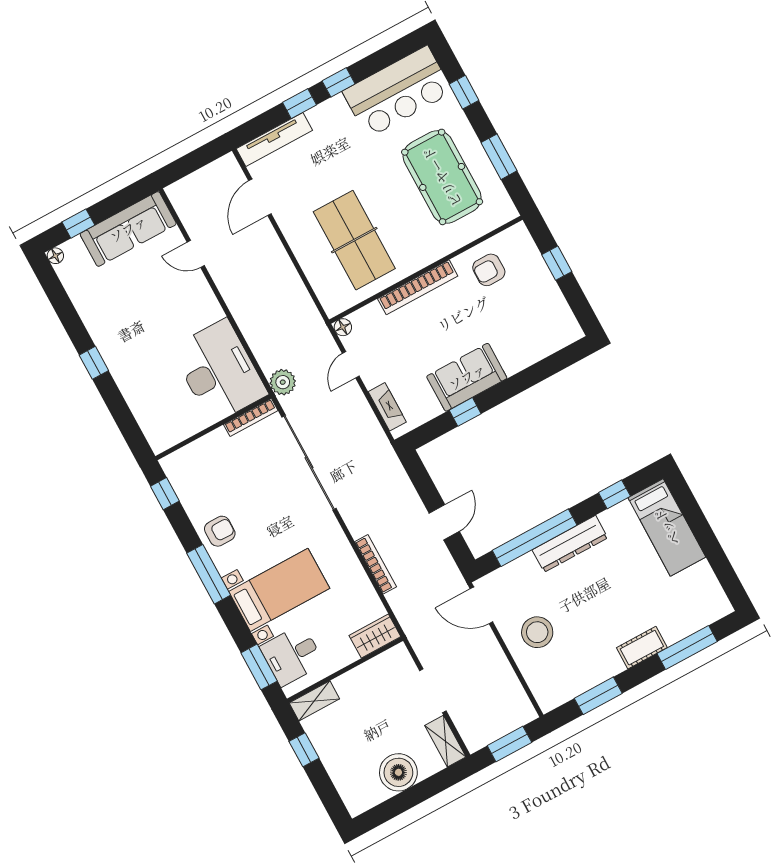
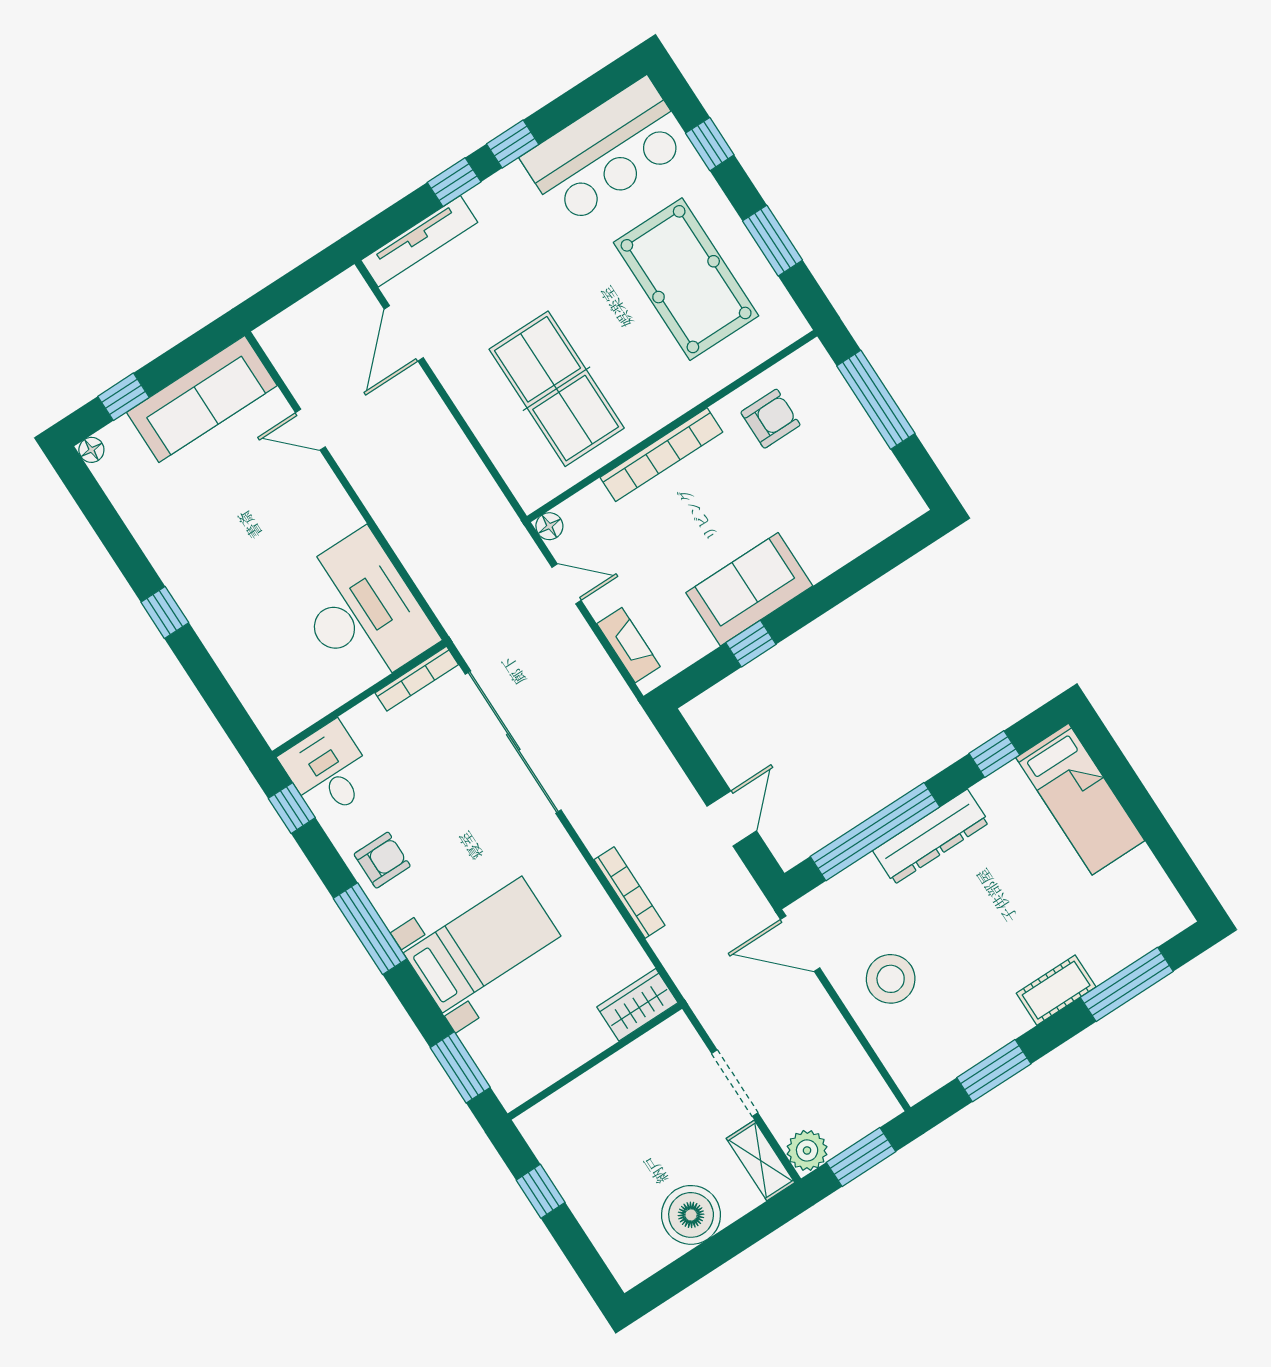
window: (557, 263) -> (876, 400), width x2.17
armchair: (489, 270) -> (770, 419), turned 180
door: (351, 365) -> (566, 584), swing flipped
plant: (283, 382) -> (807, 1150), moved
desk: (292, 655) -> (328, 770), moved, turned 90
shelving: (314, 701) -> (551, 1114), removed

